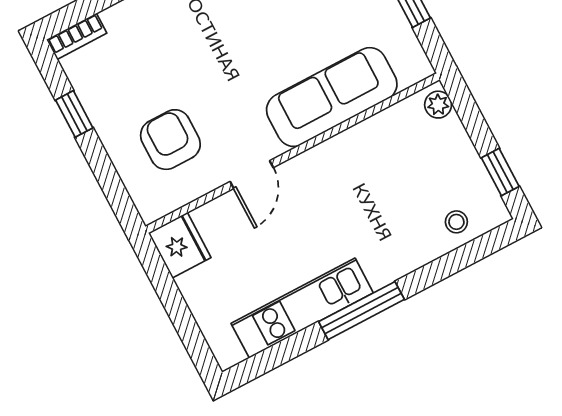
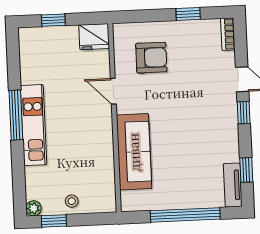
plant: (438, 105) -> (34, 208), moved
stool: (456, 222) -> (72, 201), moved
kitchen unit: (302, 308) -> (33, 125), moved
window: (184, 322) -> (53, 20), added

